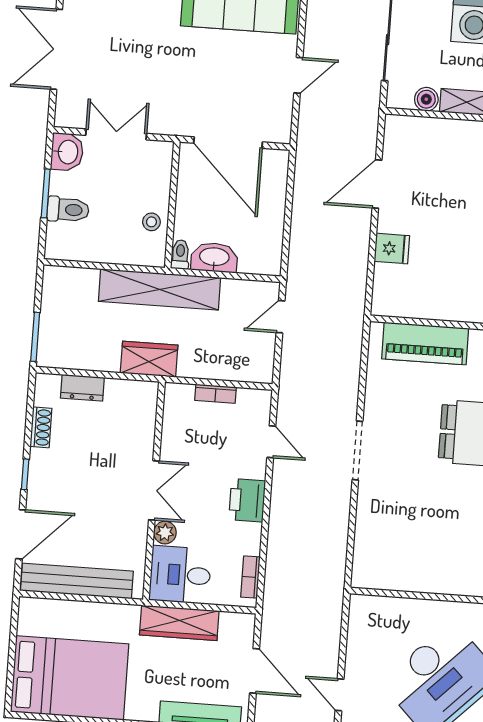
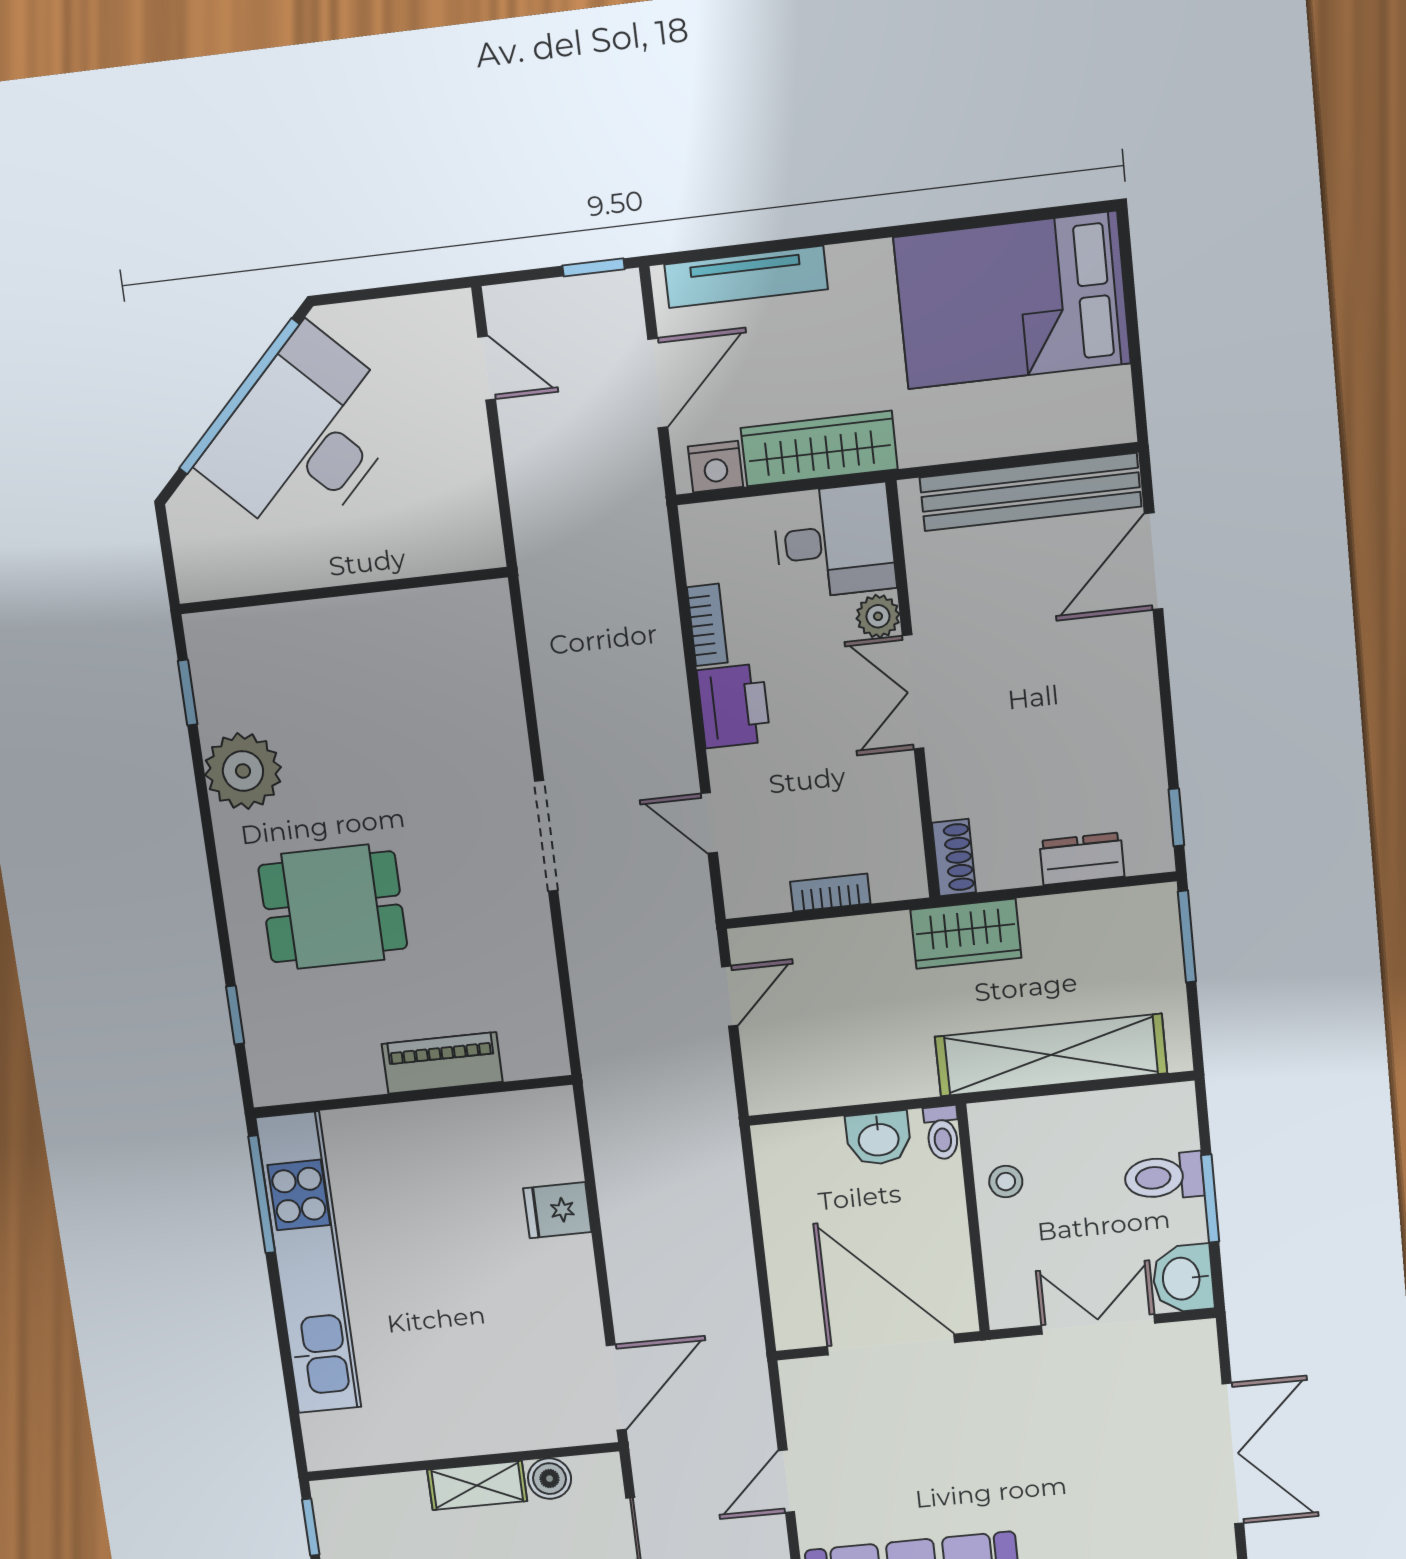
double door: (116, 134) -> (1098, 1324), swing flipped
door: (377, 184) -> (616, 1387), moved
washbasin: (214, 257) -> (878, 1138), width x0.72
shelving: (160, 289) -> (1051, 1055), moved
door: (281, 317) -> (730, 996), moved
piano: (425, 344) -> (442, 1063), width x0.73, depth x0.75
shoe rack: (41, 427) -> (954, 858), moved, turned 180
window: (25, 474) -> (1176, 817), moved
bookcase: (250, 577) -> (707, 625), moved
nightstand: (233, 624) -> (716, 467), added
door: (255, 671) -> (658, 383), swing flipped

